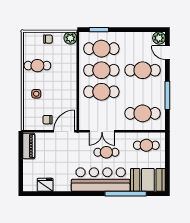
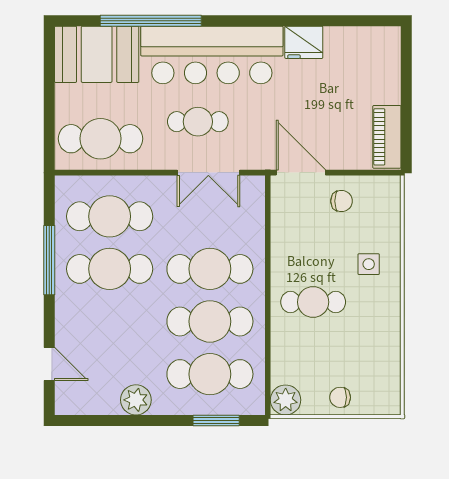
plant: (159, 38) -> (136, 400), moved
cafe table: (37, 66) -> (313, 302), moved
cafe table: (143, 70) -> (110, 269), moved
door: (64, 131) -> (301, 173), swing flipped
double door: (102, 131) -> (208, 173), swing flipped
cafe table: (146, 145) -> (101, 139), width x1.37, depth x1.35
fridge: (45, 185) -> (304, 42), moved

